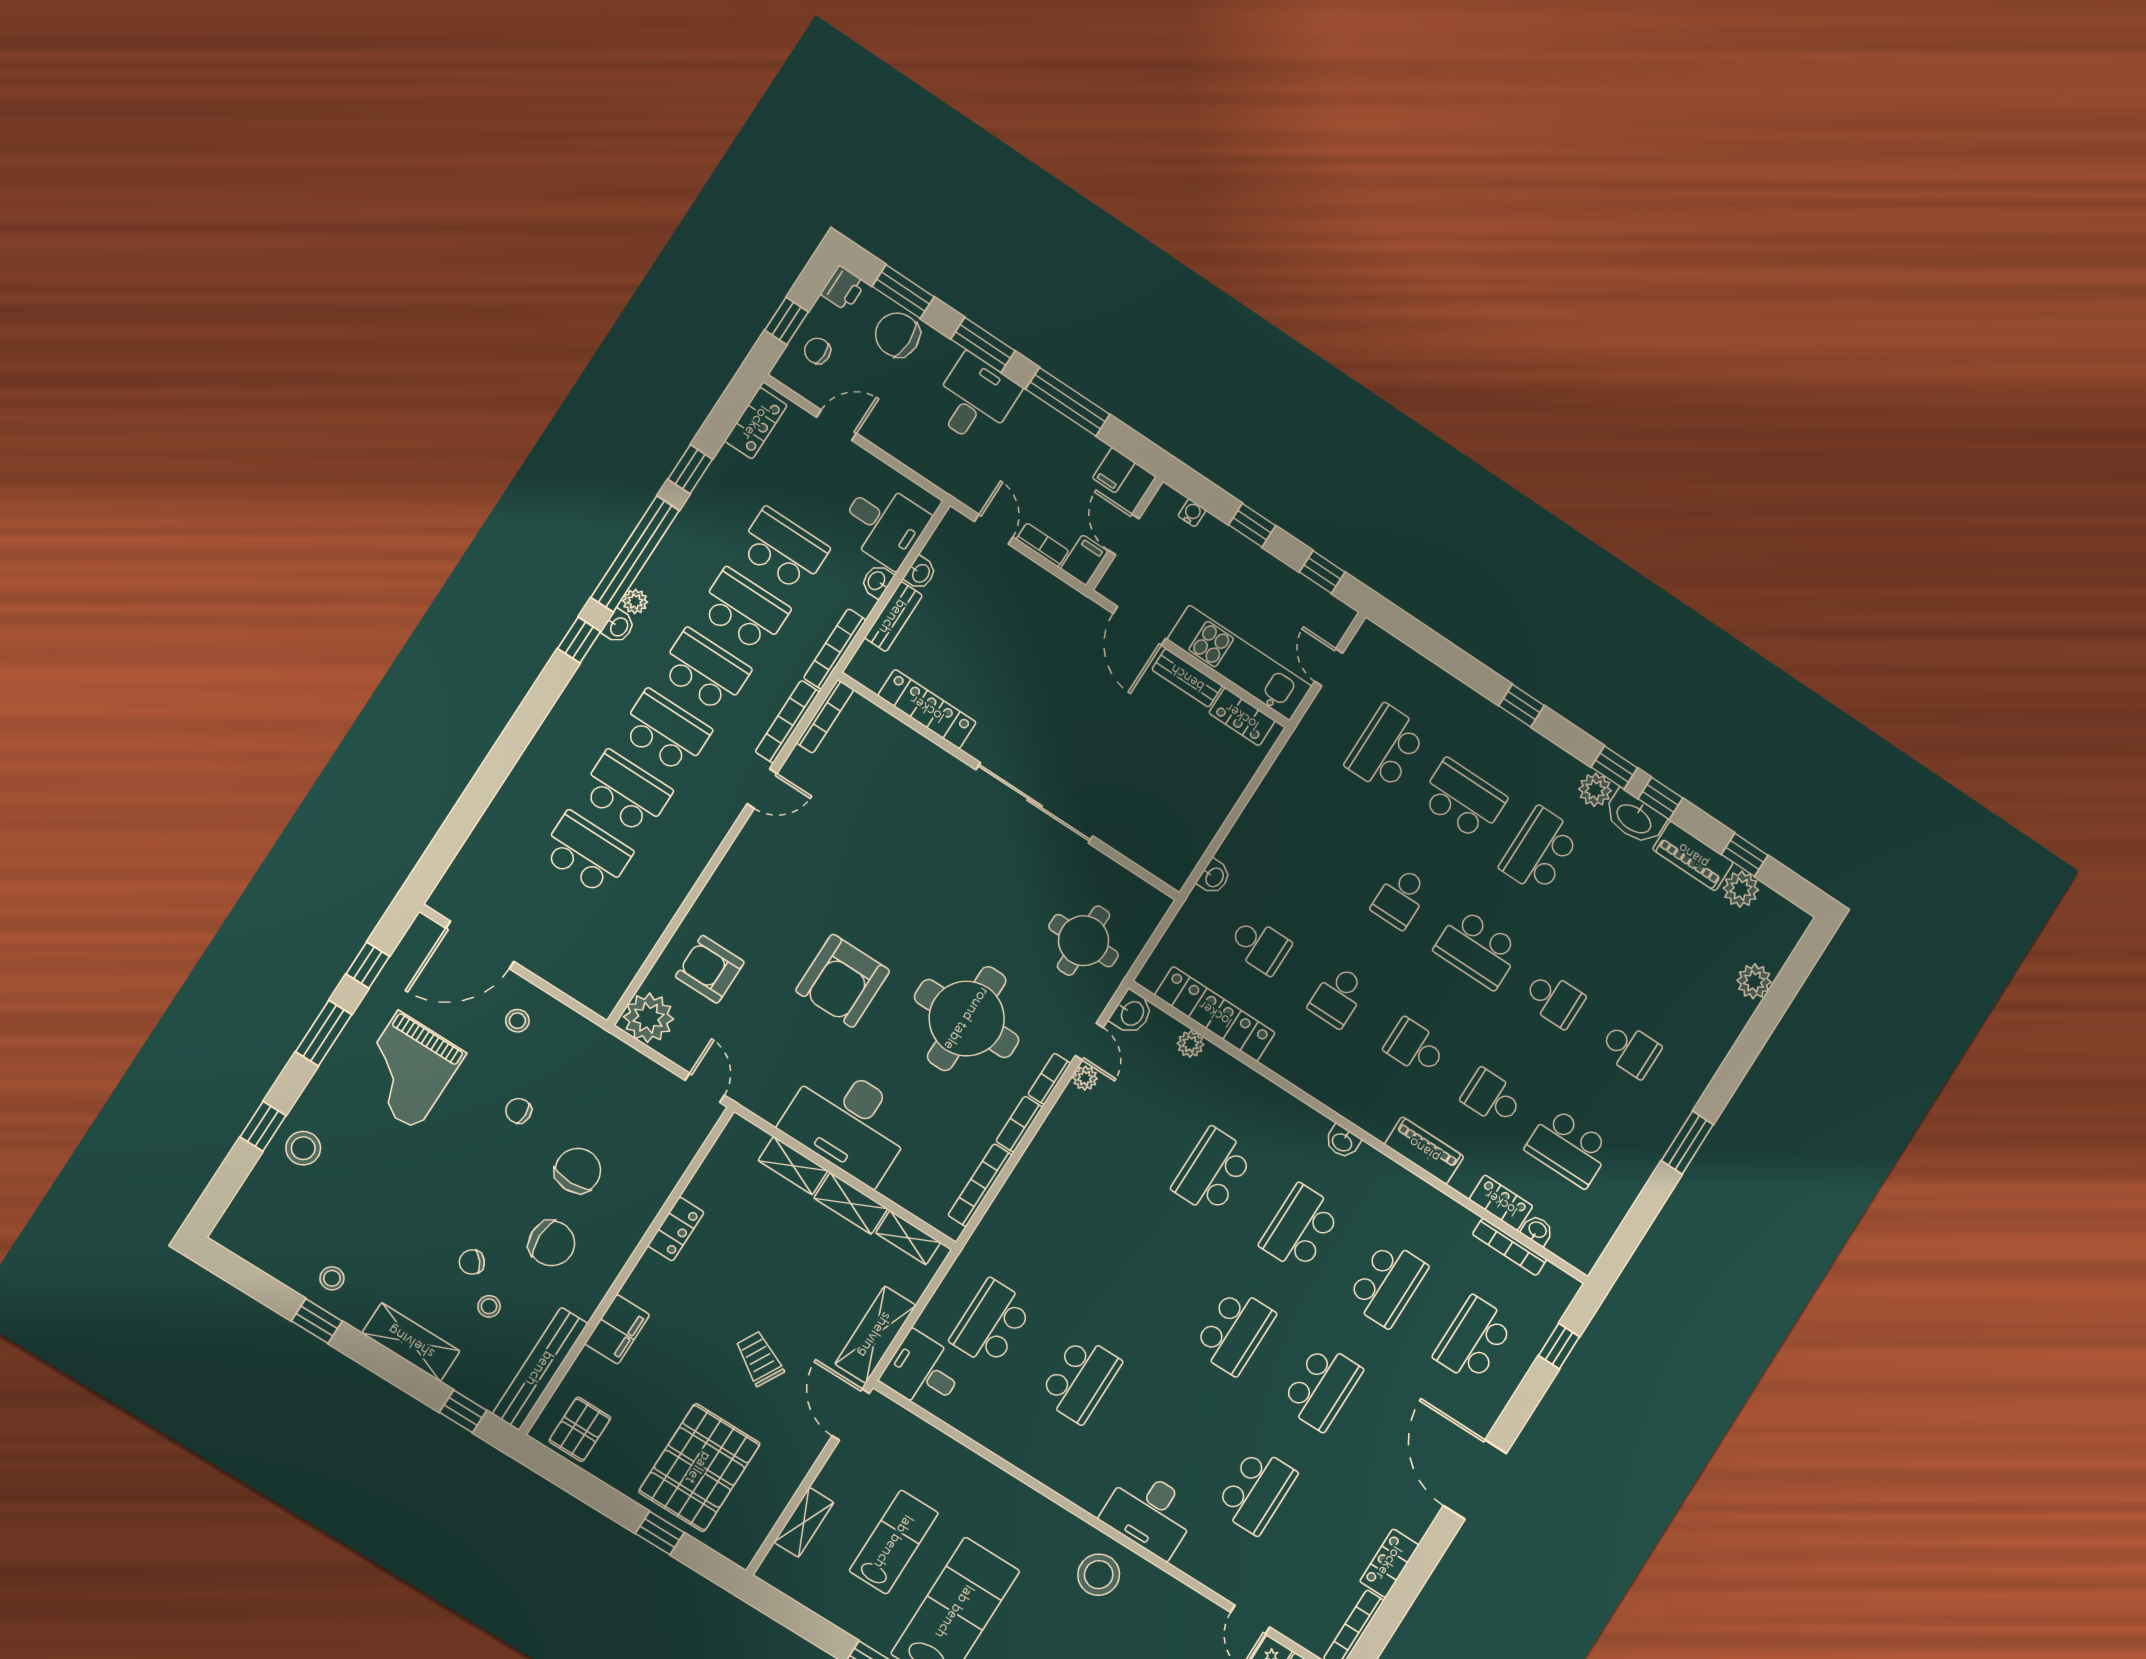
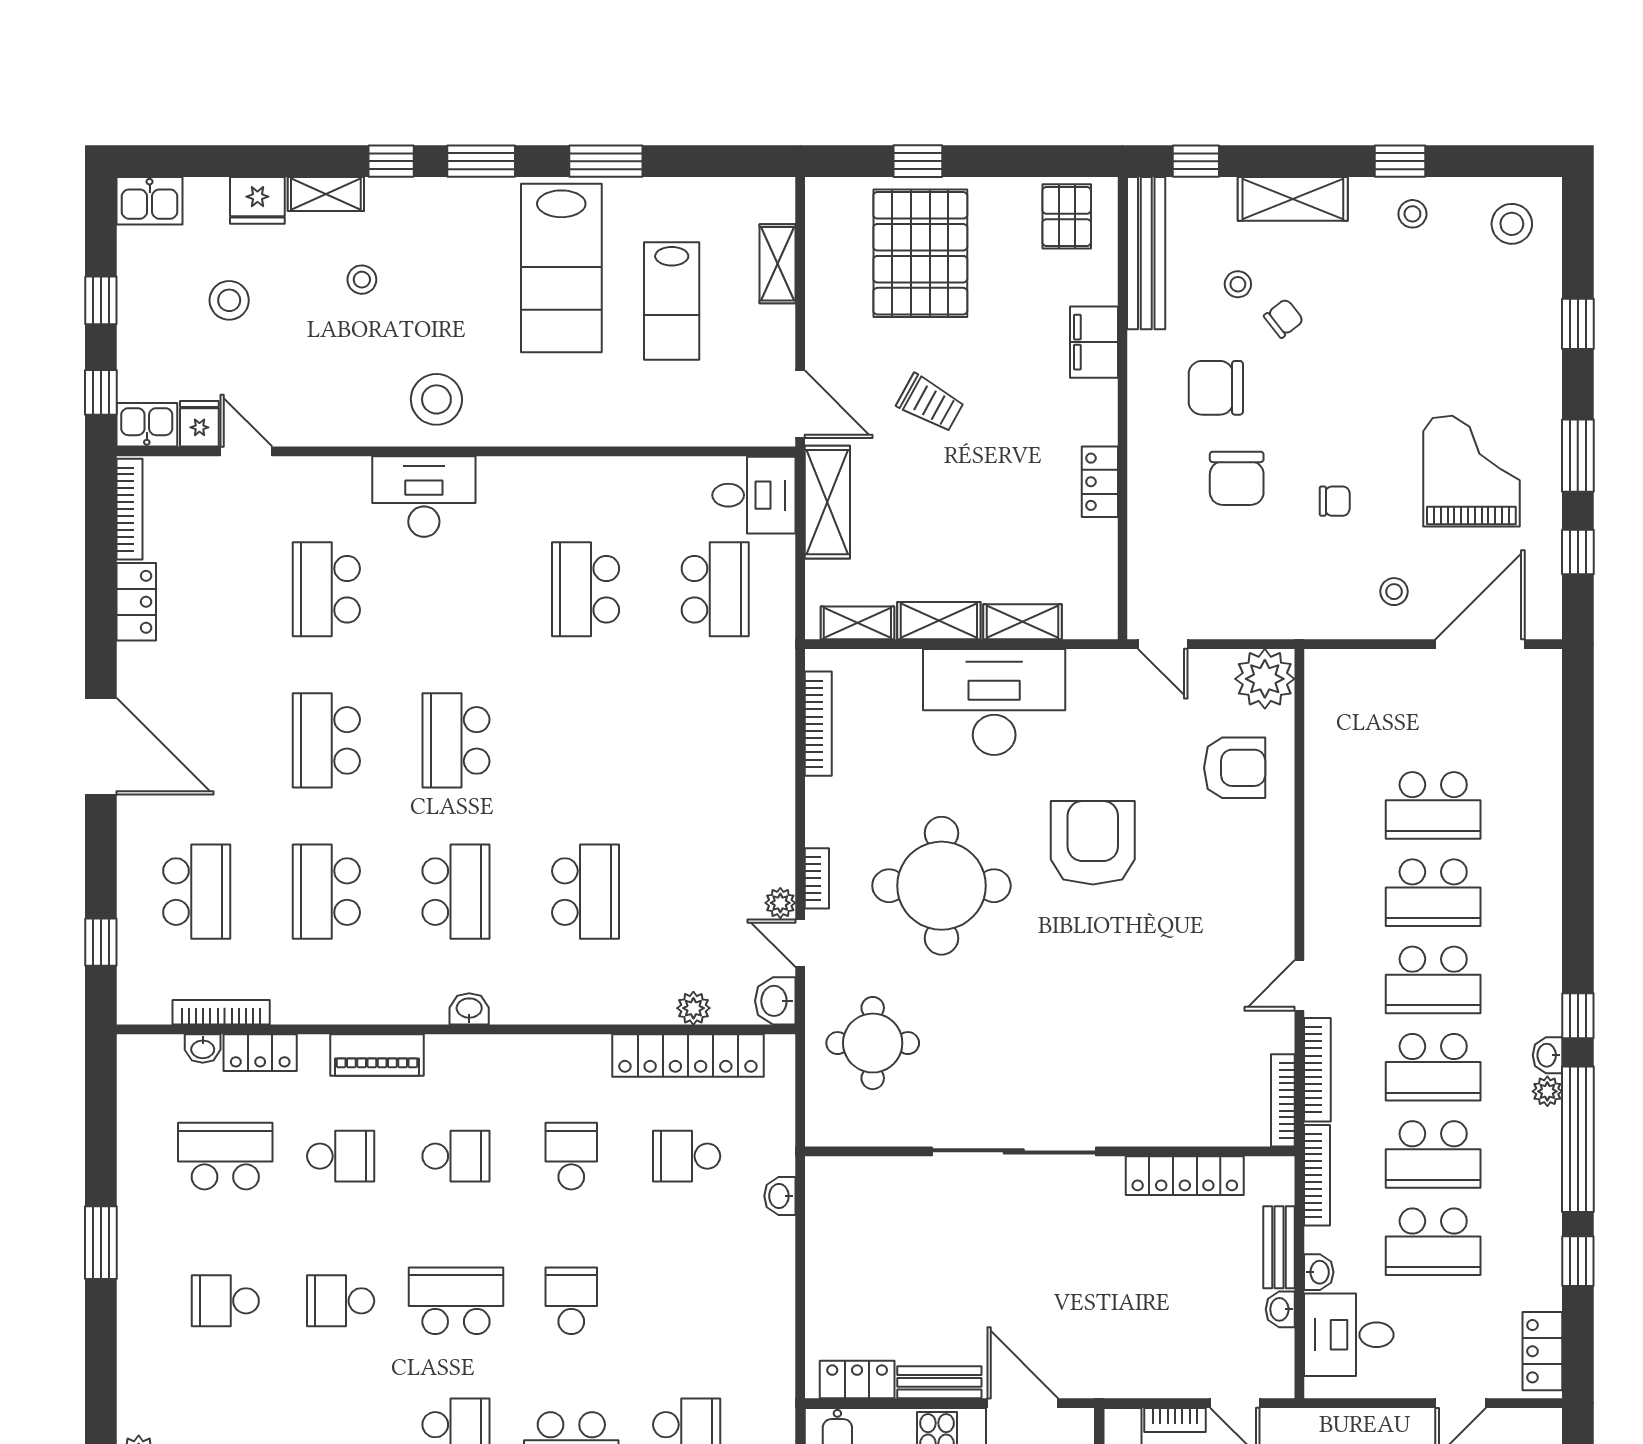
bookcase: (1019, 1124) -> (818, 812), removed
stool: (303, 1148) -> (1512, 224), moved

